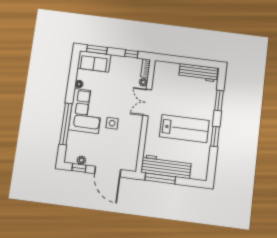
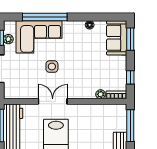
window: (175, 59) -> (130, 126), added
double door: (147, 103) -> (53, 101), moved
corner sofa: (86, 111) -> (39, 37), moved

